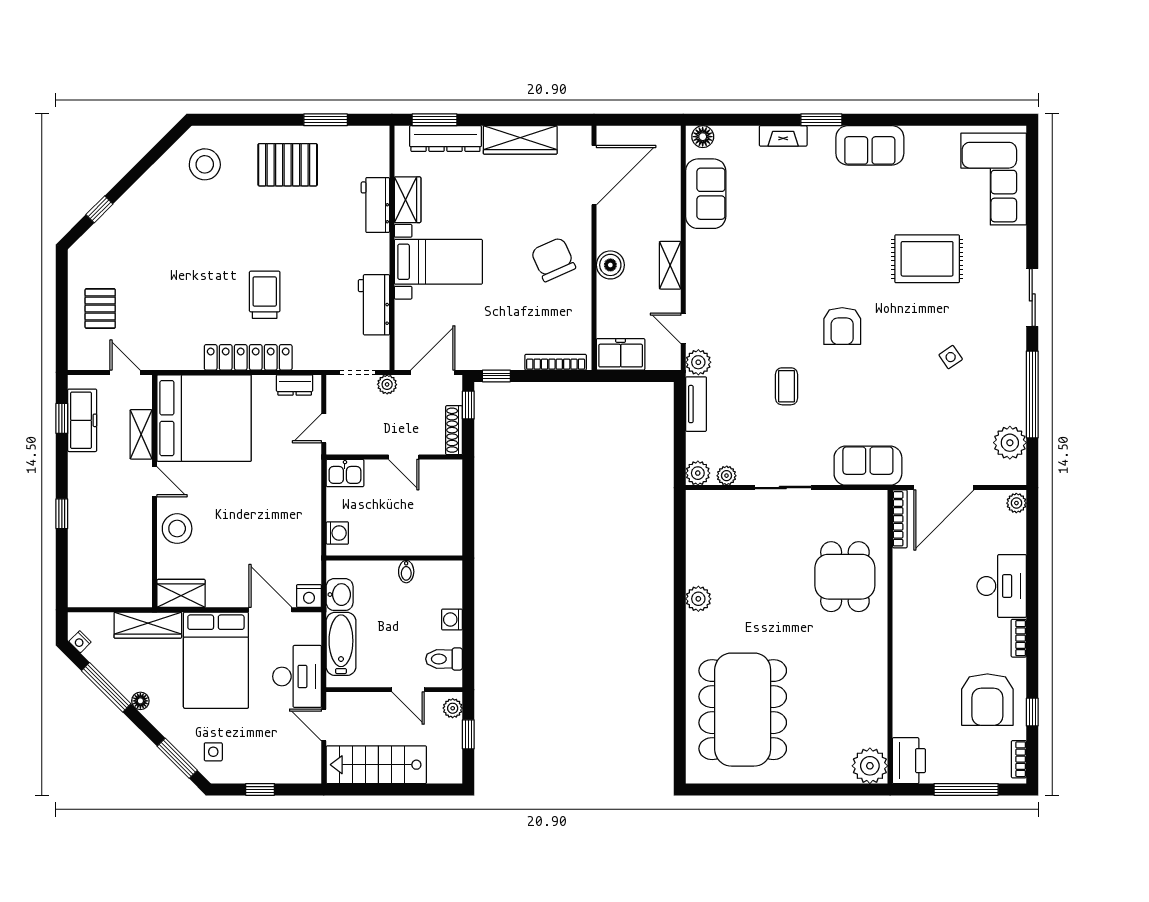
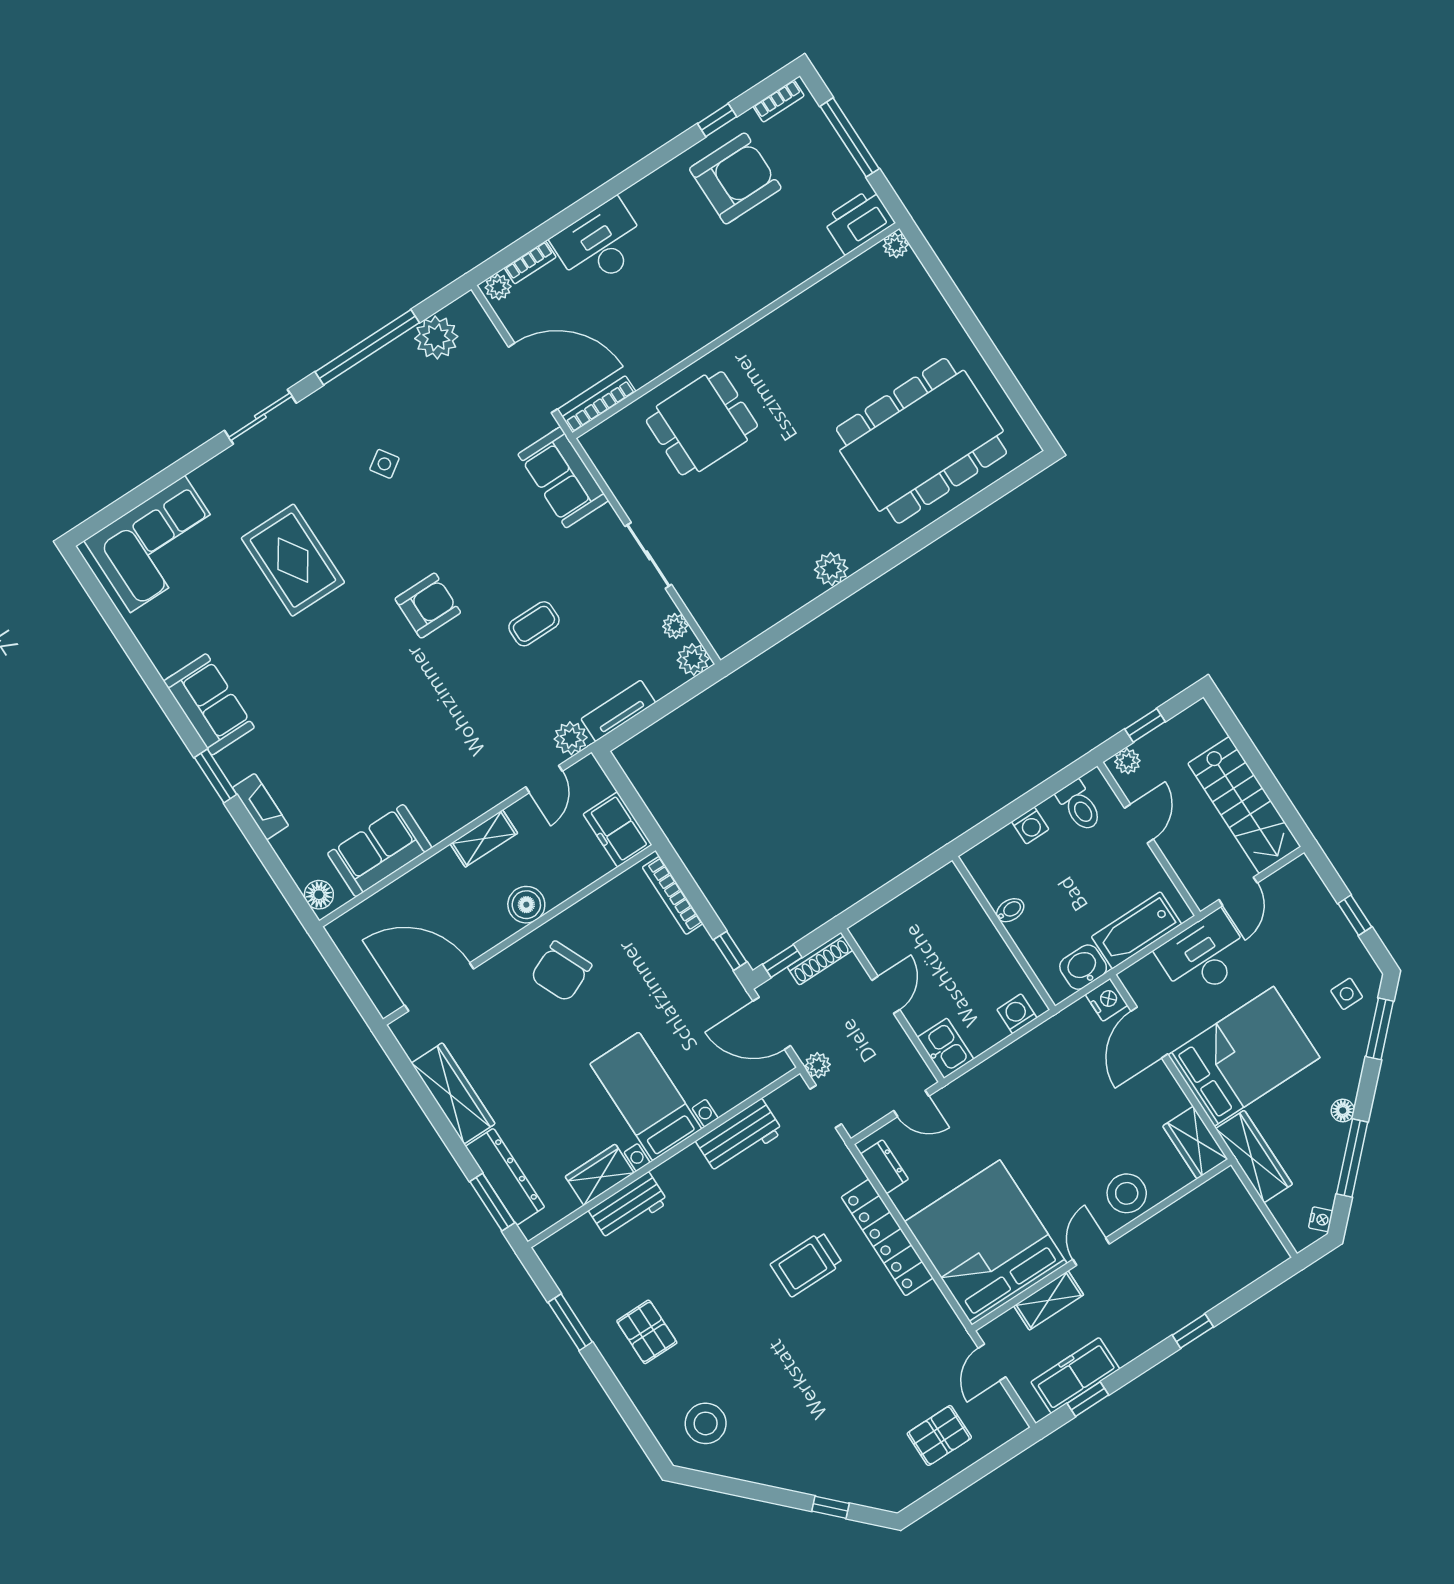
pallet: (288, 165) -> (647, 1332), width x0.67, depth x0.71
bookcase: (1019, 638) -> (530, 263), moved
plant: (870, 766) -> (896, 245), width x0.53, depth x0.53

